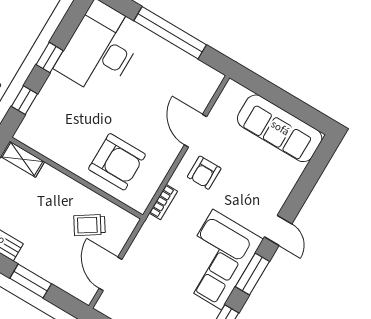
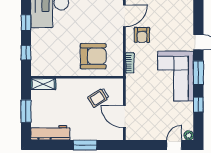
door: (195, 131) -> (124, 16), swing flipped

